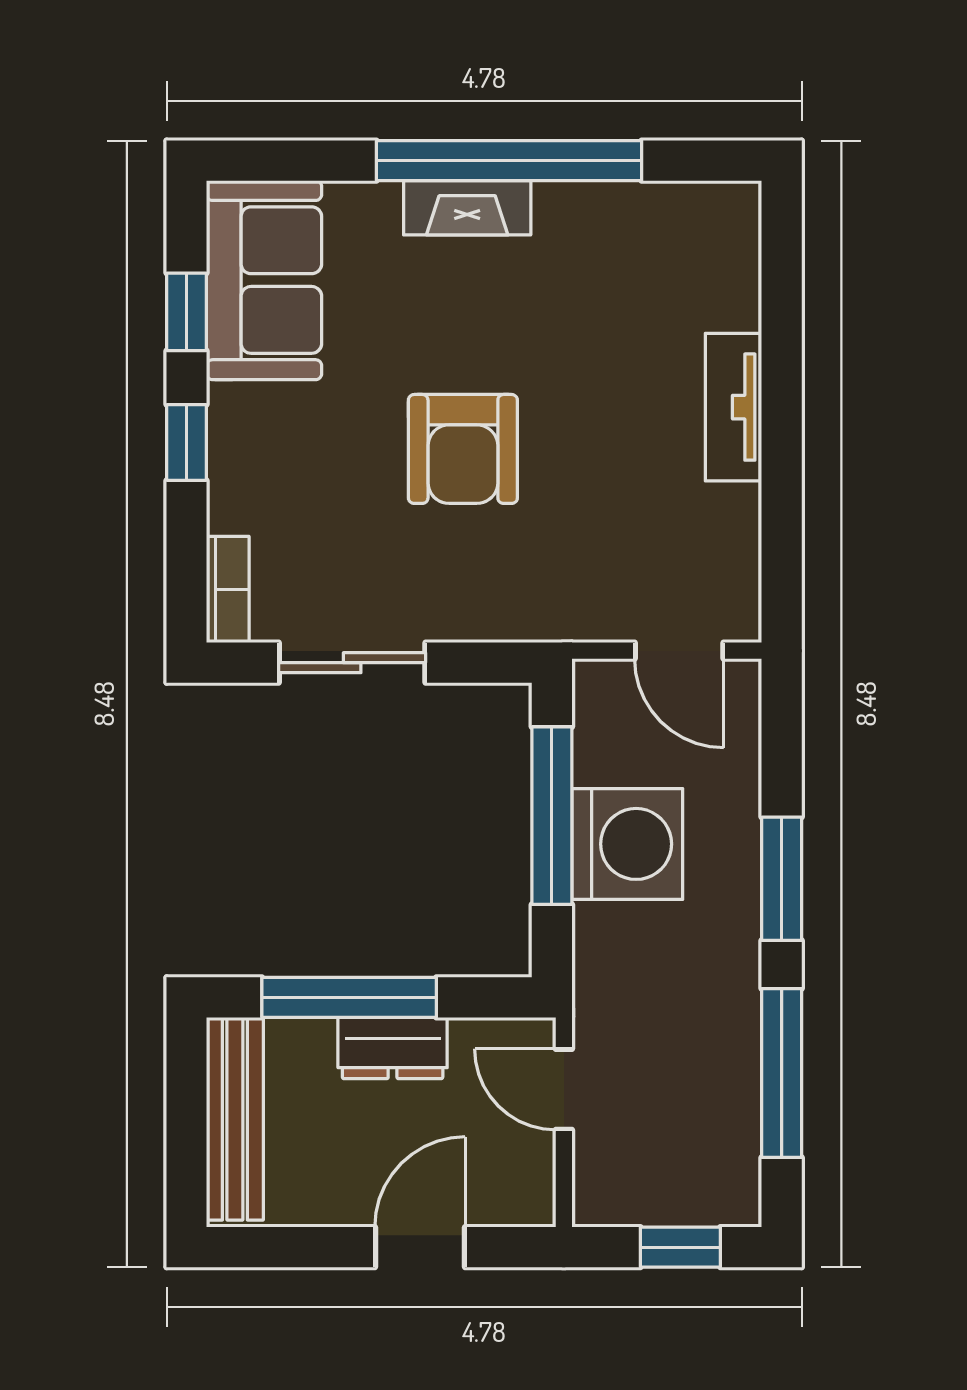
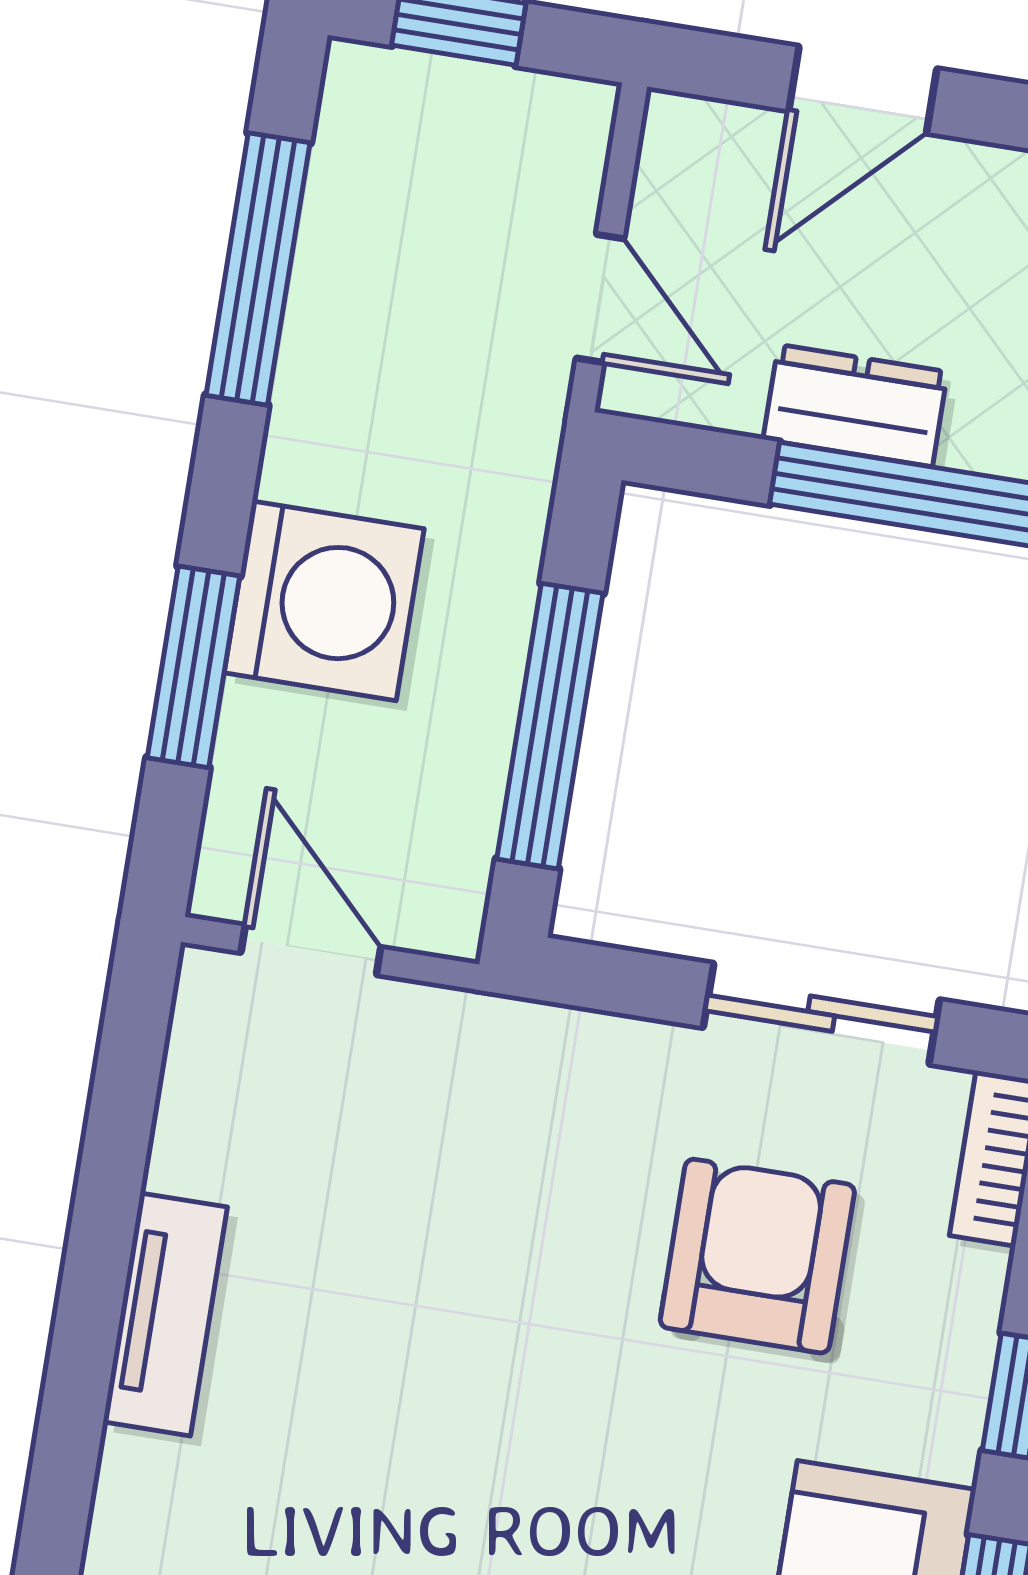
armchair: (463, 449) -> (757, 1256), moved
washing machine: (627, 844) -> (324, 601), moved, turned 180
window: (782, 879) -> (193, 667), moved

